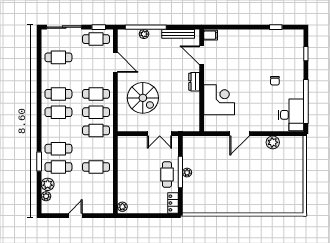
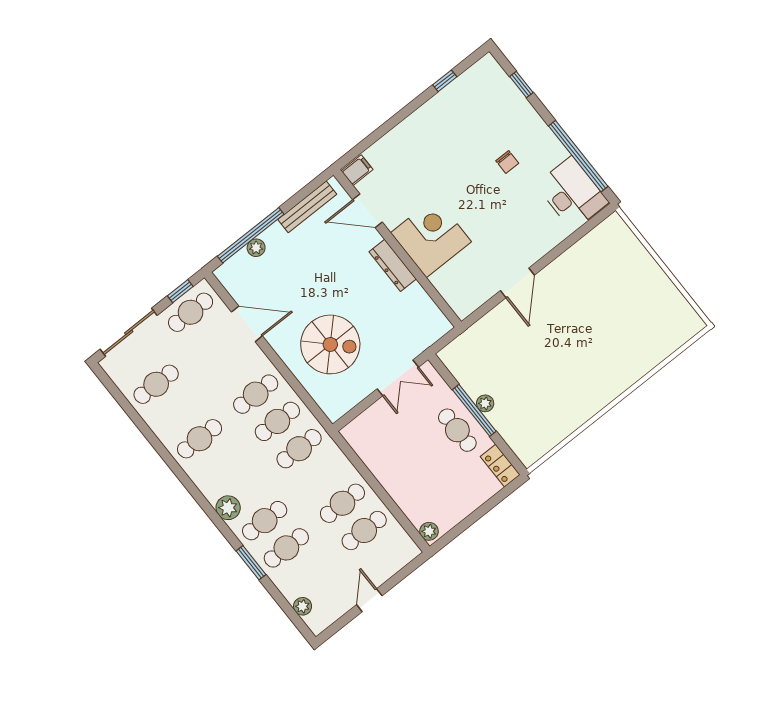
dresser: (194, 82) -> (393, 265), width x1.44
corner desk: (219, 100) -> (431, 237), moved
cafe table: (58, 112) -> (364, 531), moved
plant: (273, 142) -> (577, 257), removed
plant: (48, 184) -> (228, 508), moved

